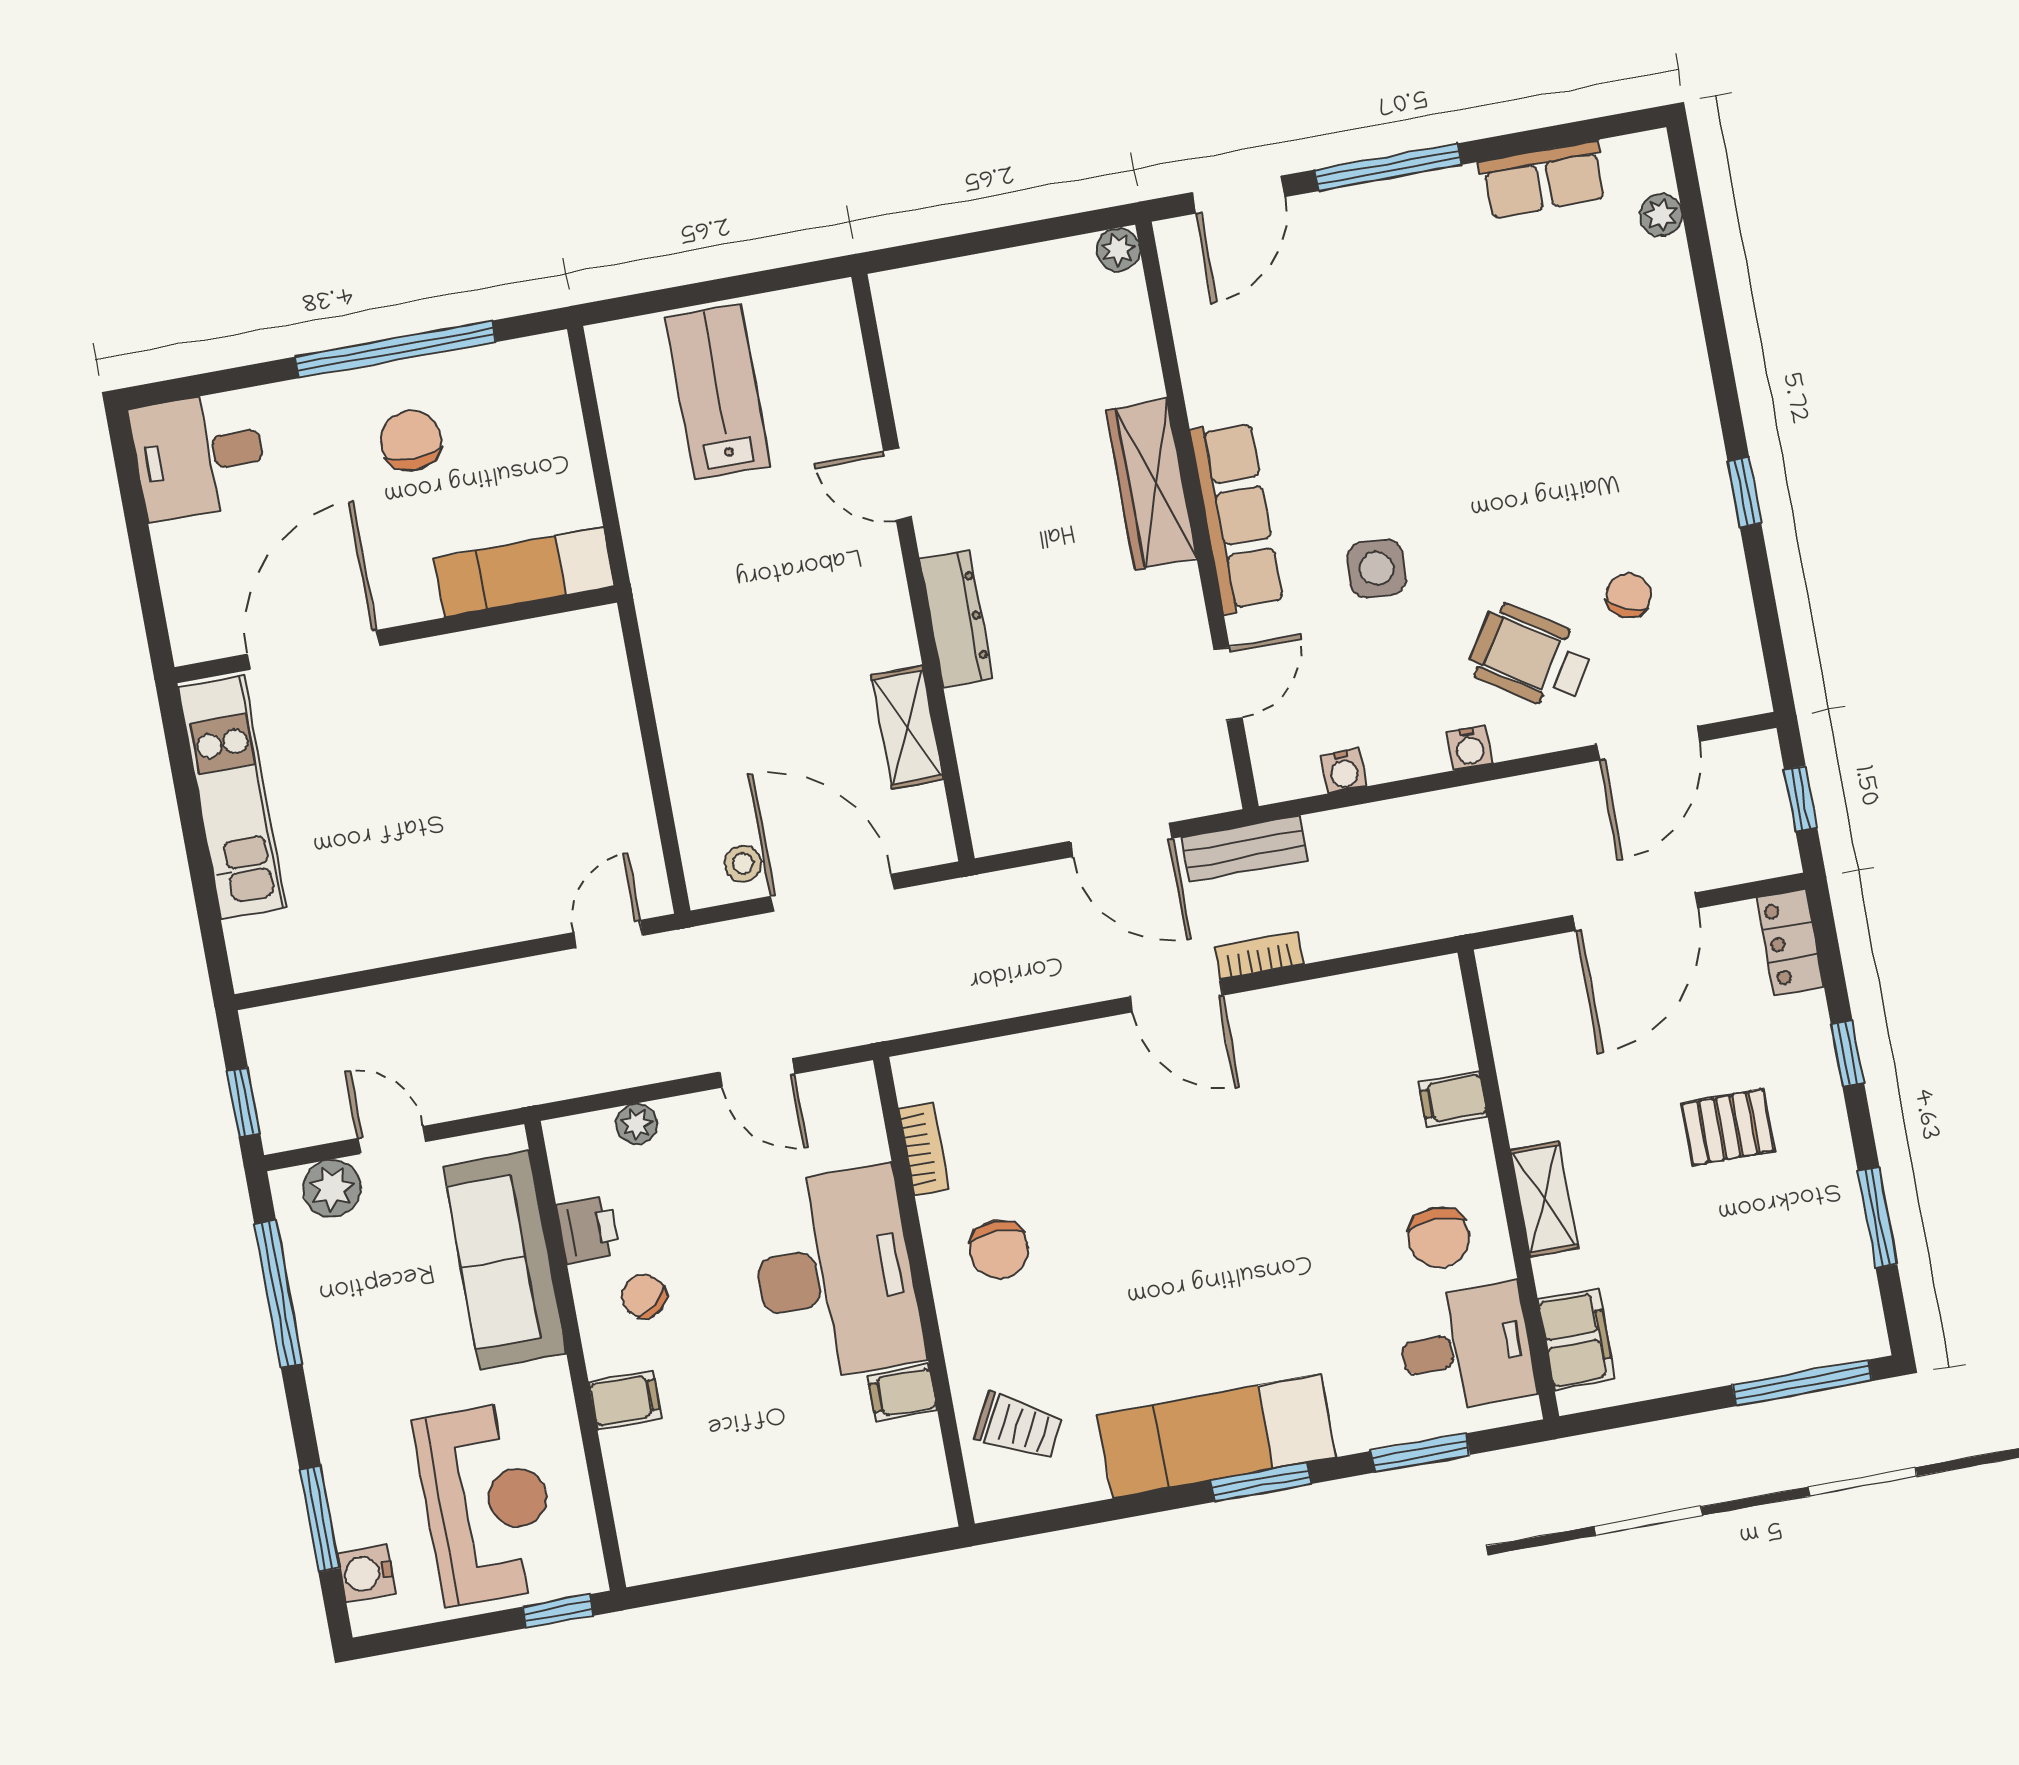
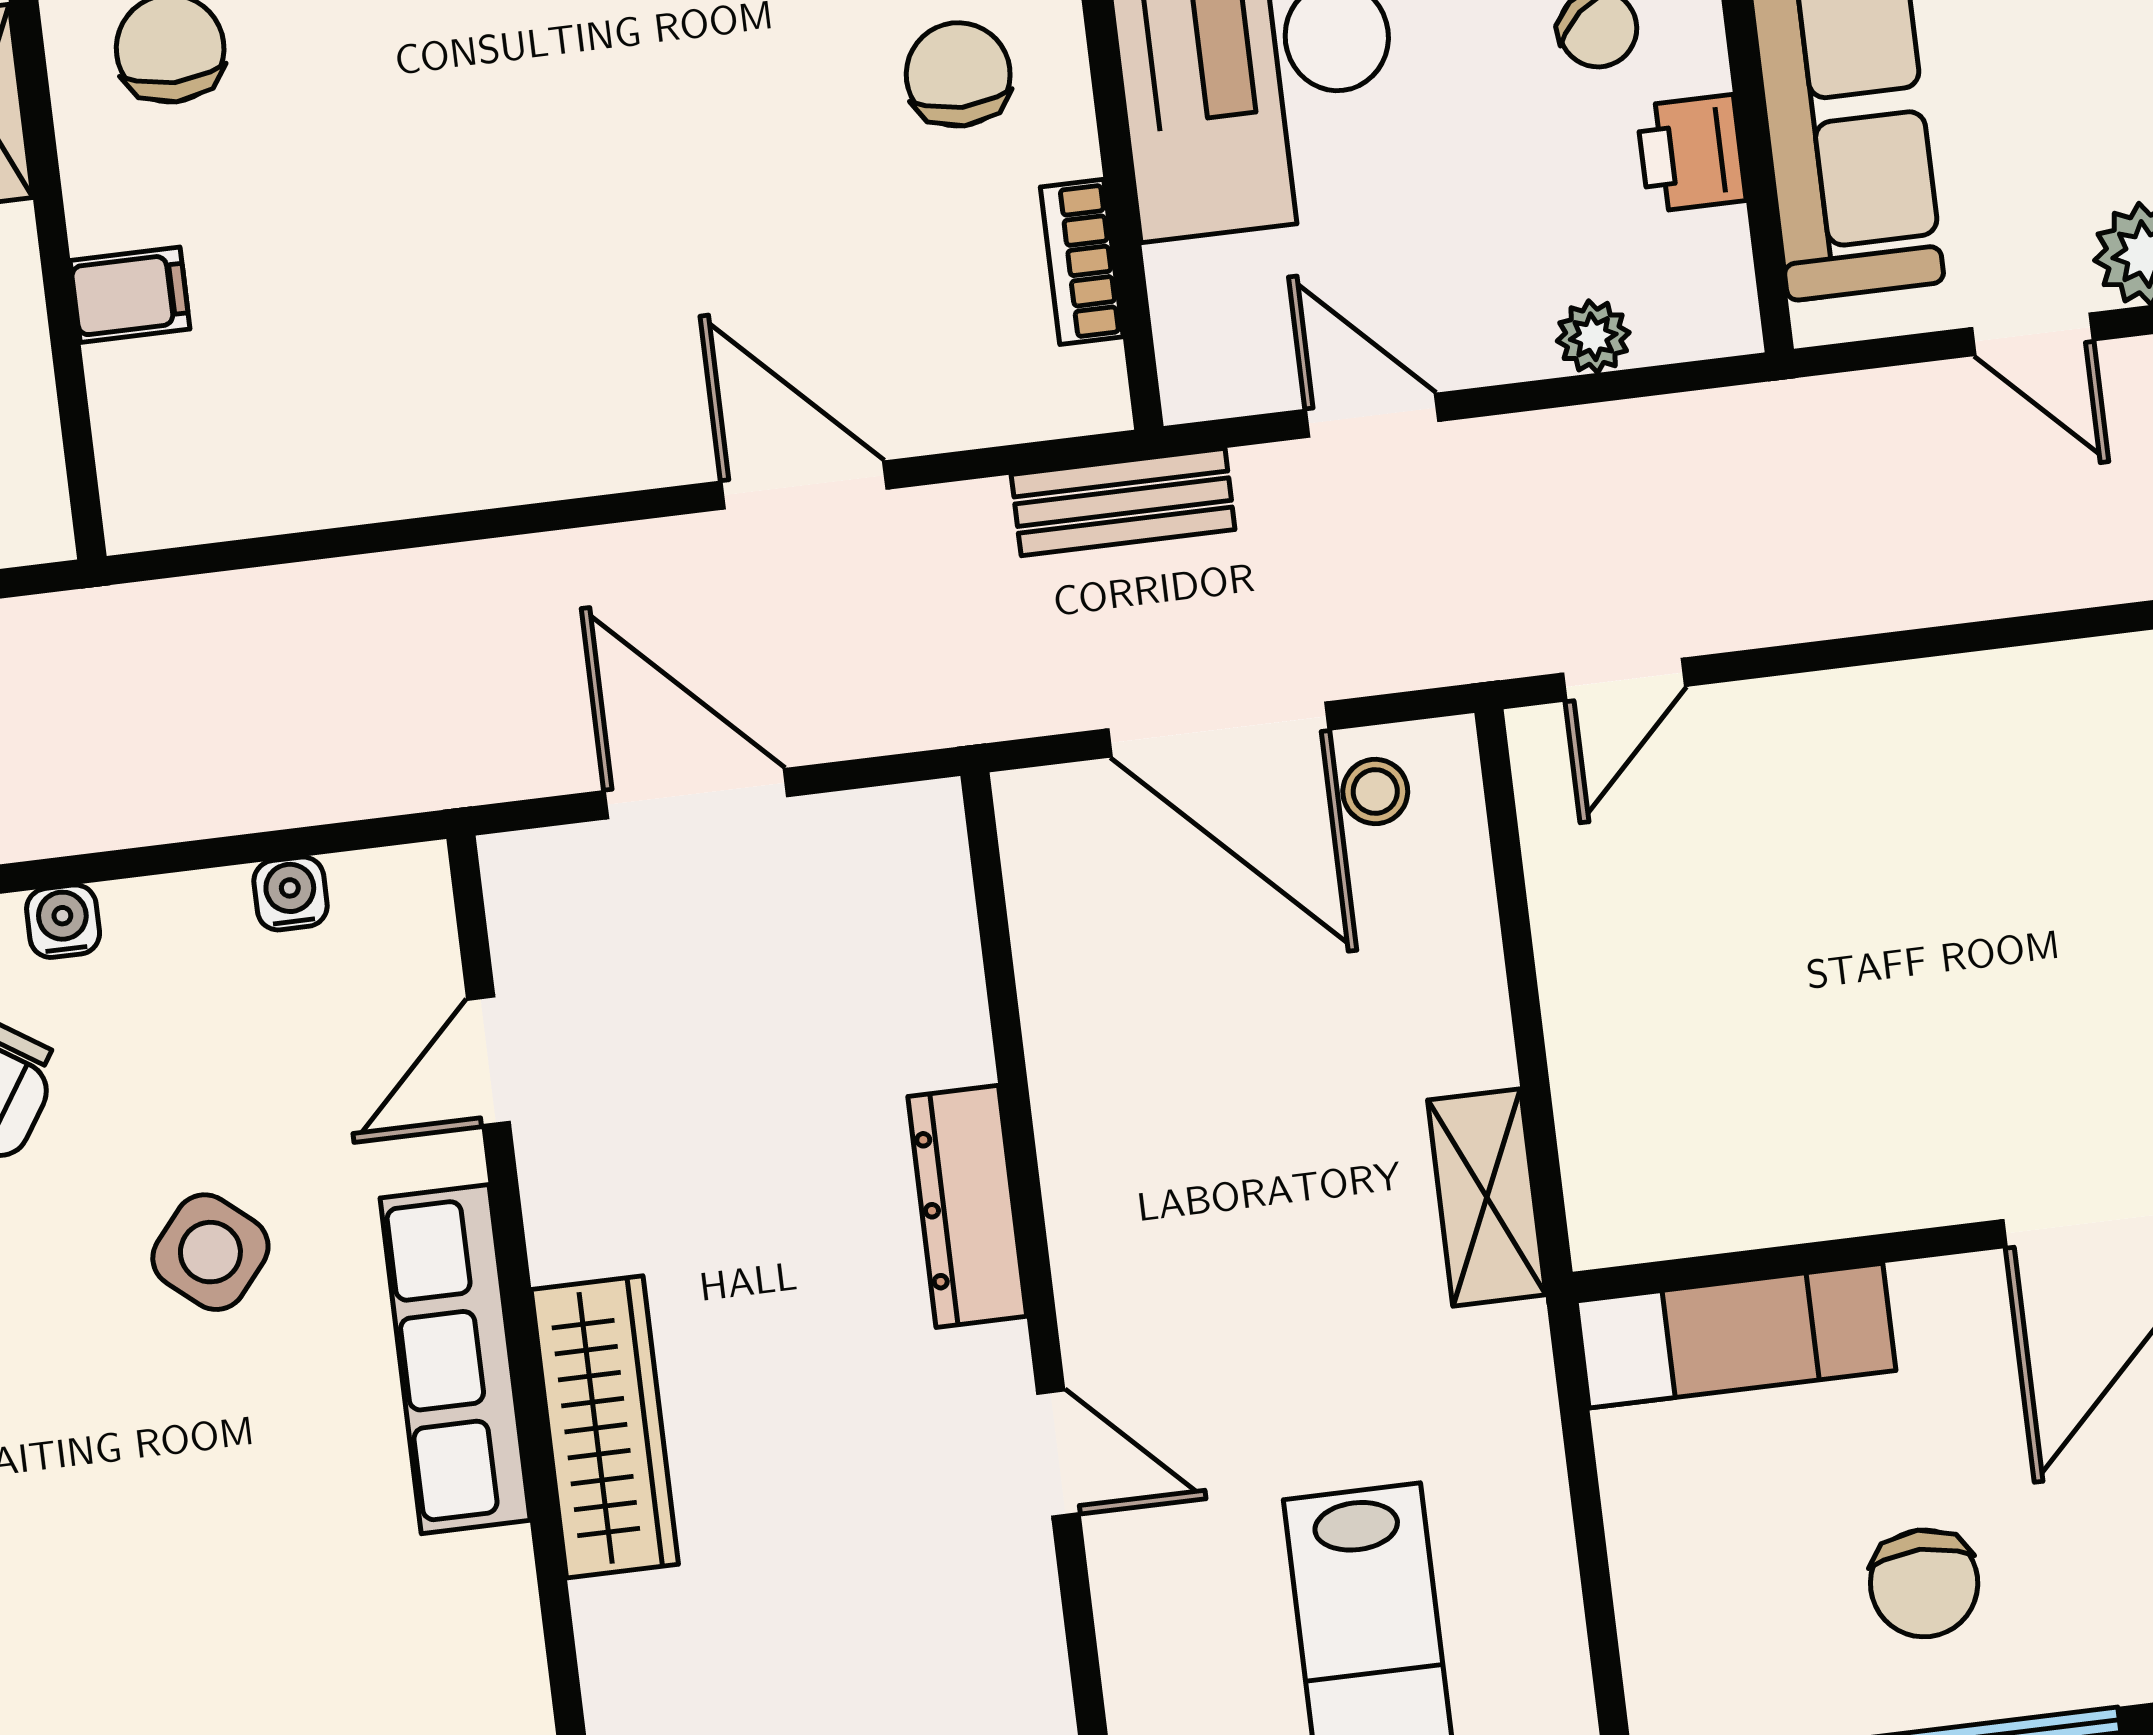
side table: (1377, 568) -> (210, 1252), turned 37
shelving: (907, 727) -> (1487, 1197), moved
bench: (1245, 849) -> (1123, 502), moved
bookcase: (1259, 955) -> (462, 572), removed
door: (1176, 996) -> (804, 485), moved

